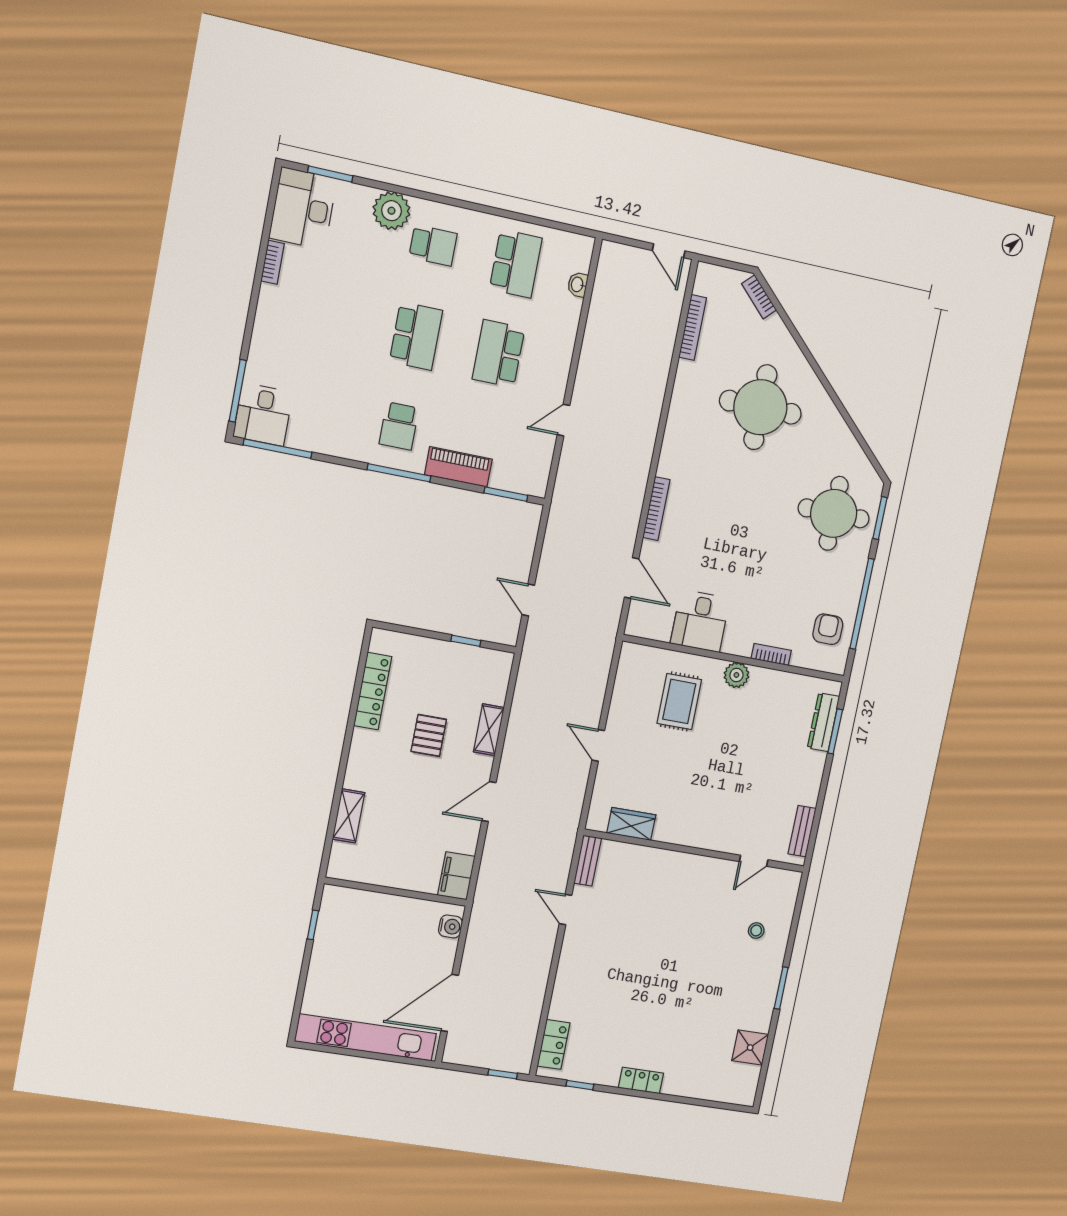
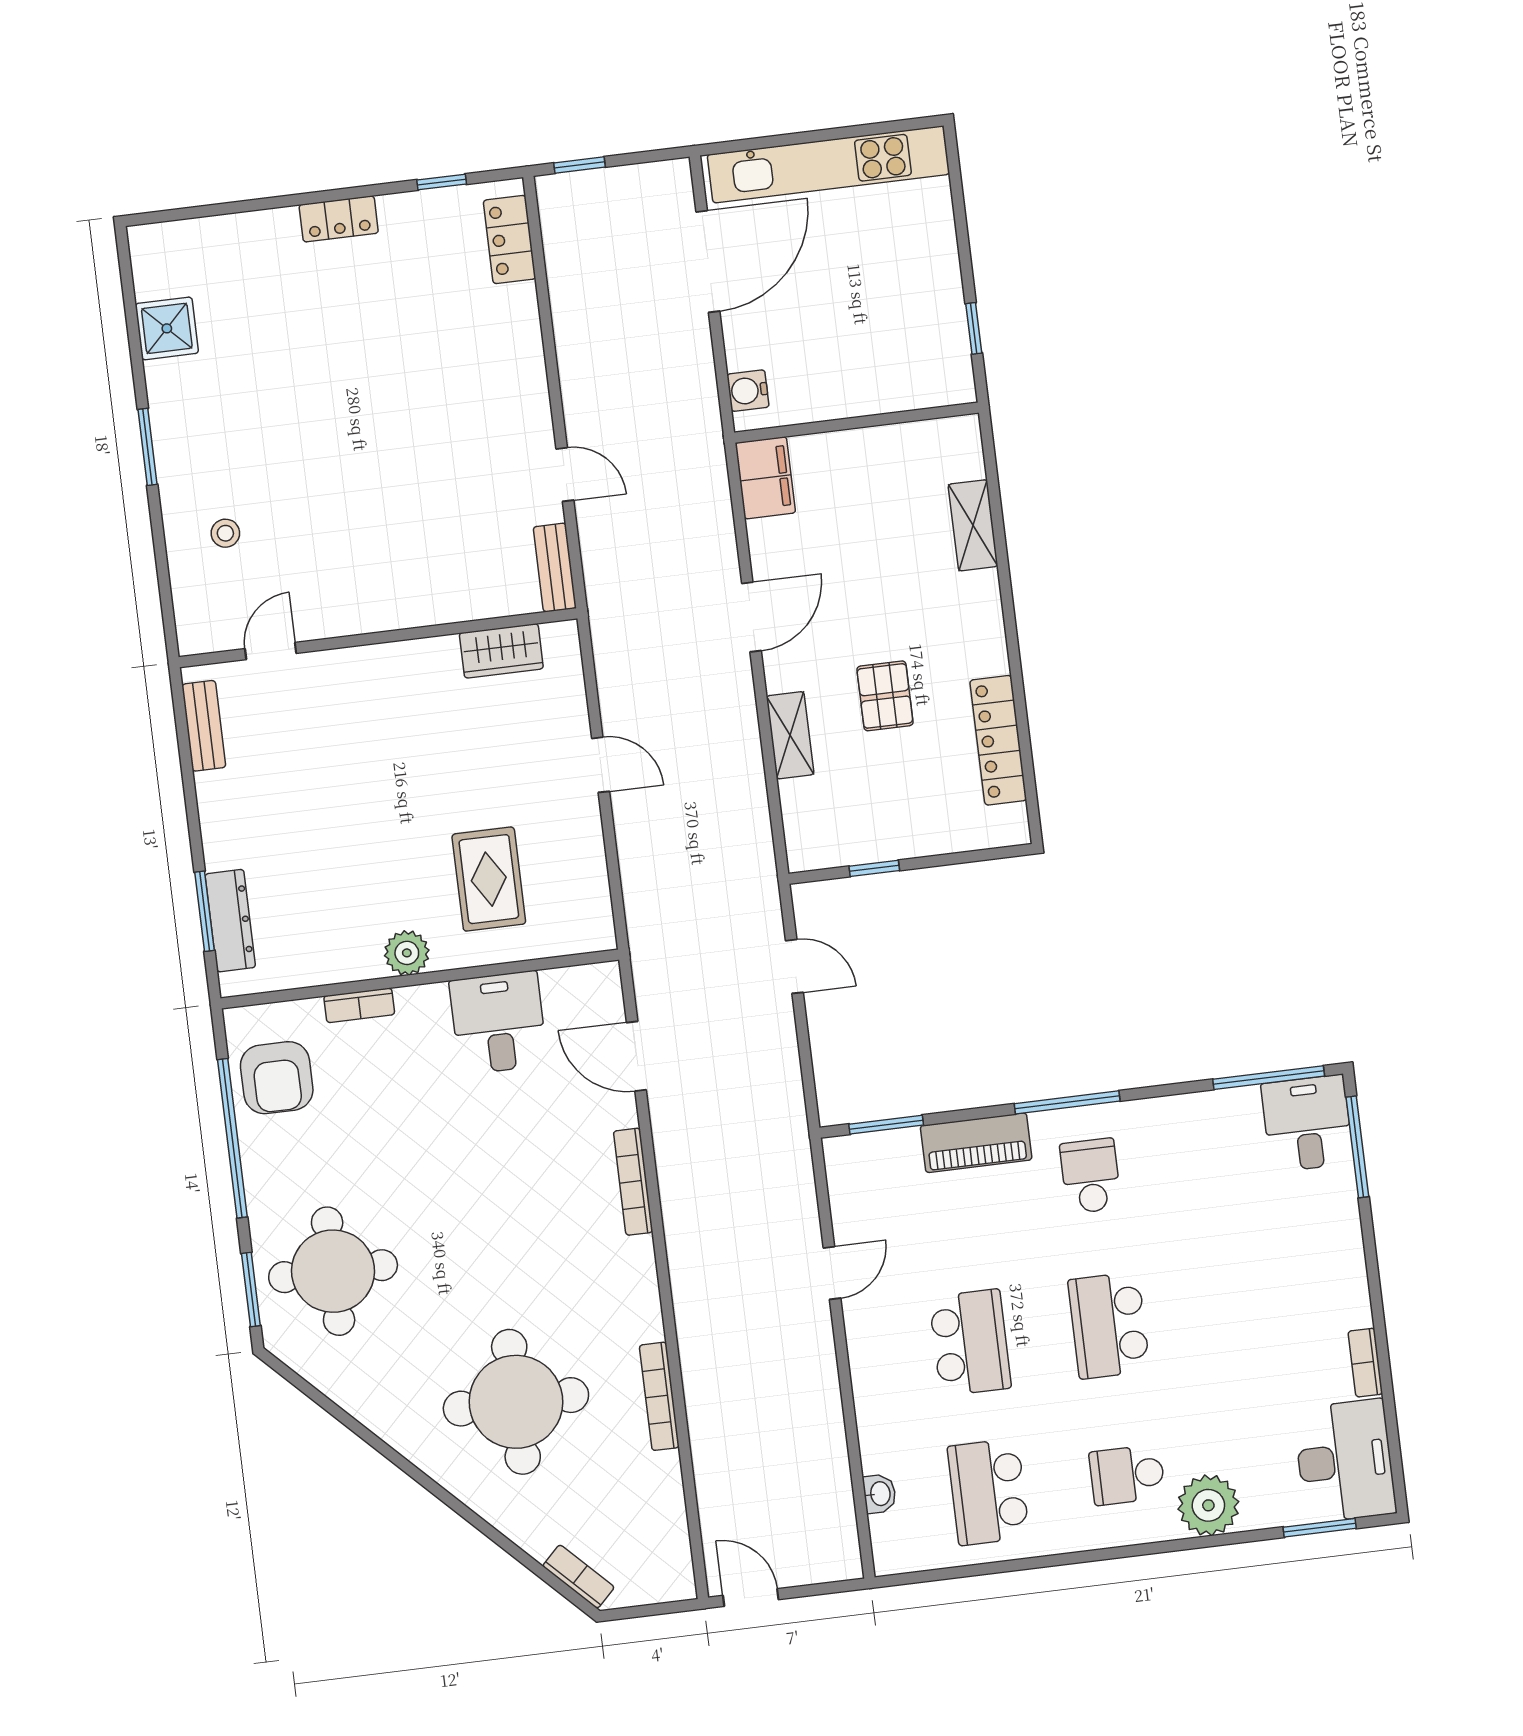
bookcase: (693, 327) -> (659, 1396), moved
armchair: (828, 629) -> (277, 1078), width x1.38, depth x1.38

